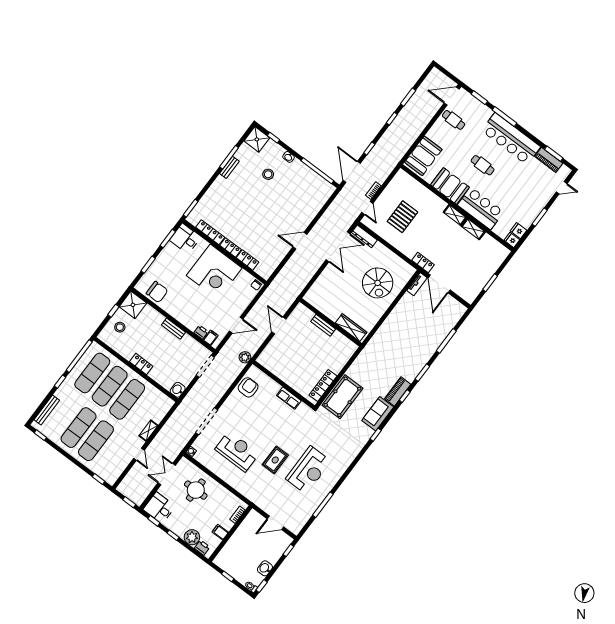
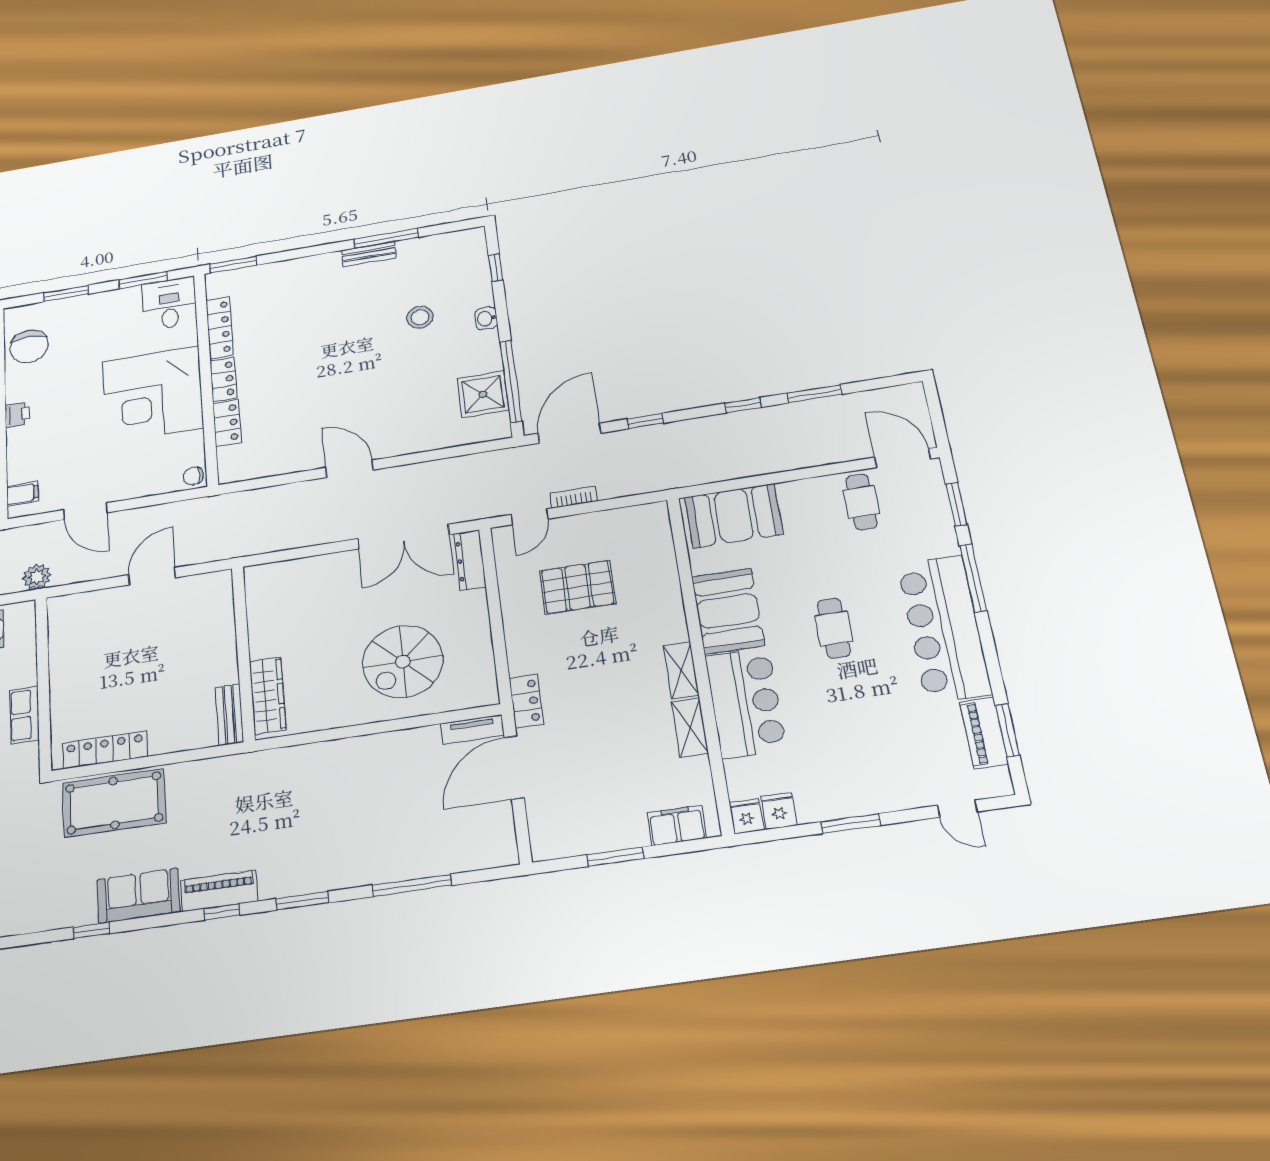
shower: (257, 139) -> (483, 394), moved
filing cabinet: (497, 259) -> (677, 825), added
bench: (323, 325) -> (229, 715), moved
printer: (201, 332) -> (17, 415), moved

